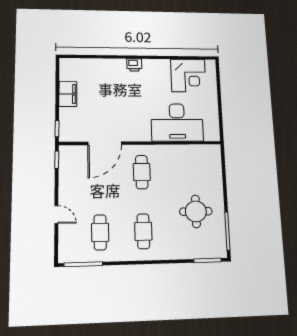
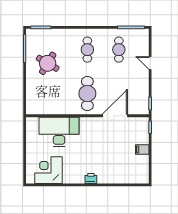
filing cabinet: (68, 94) -> (142, 149), width x0.50
cafe table: (142, 172) -> (87, 94), width x1.37, depth x1.35
round table: (196, 211) -> (48, 63), turned 31

